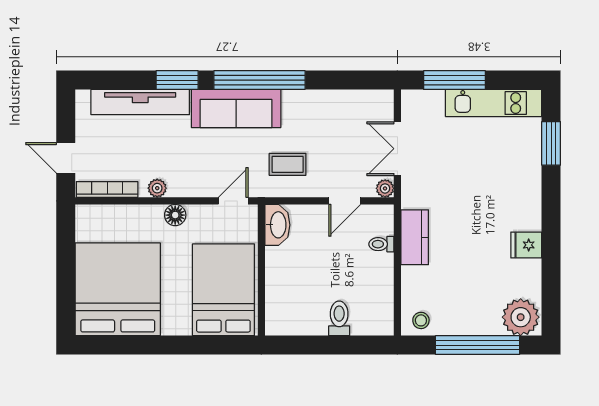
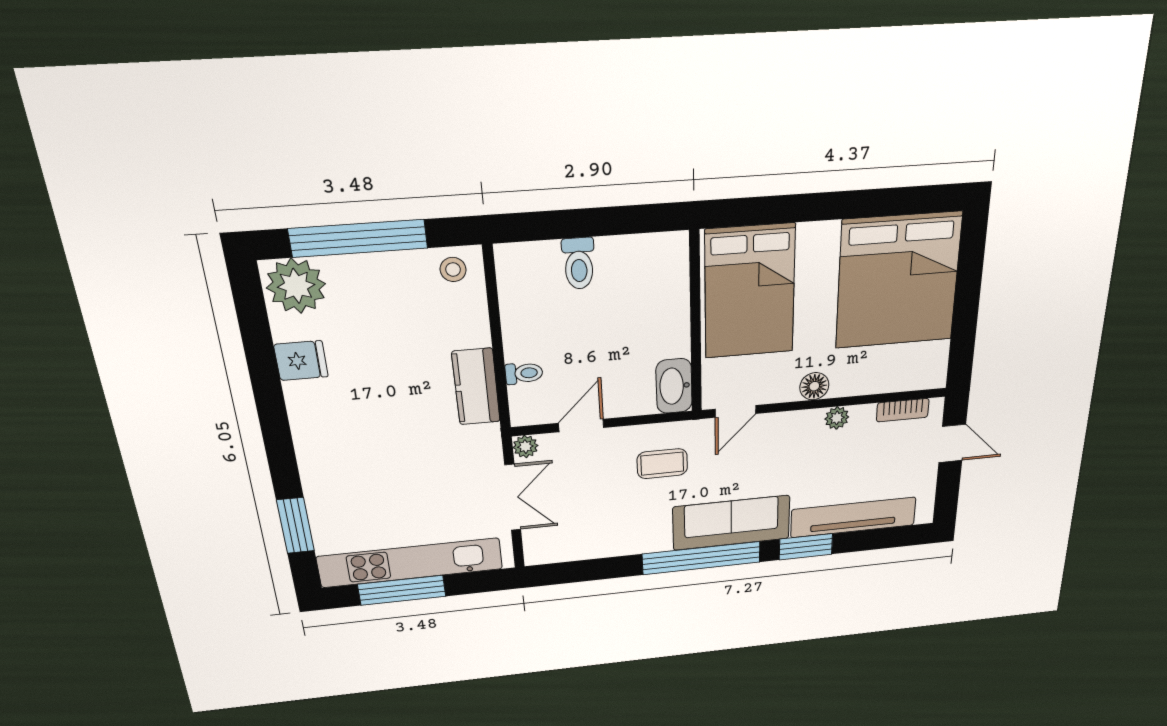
window: (454, 80) -> (402, 590), moved
kitchen unit: (494, 103) -> (410, 563), width x1.36
bookcase: (107, 189) -> (903, 410), width x0.64
fridge: (526, 245) -> (301, 361), moved

